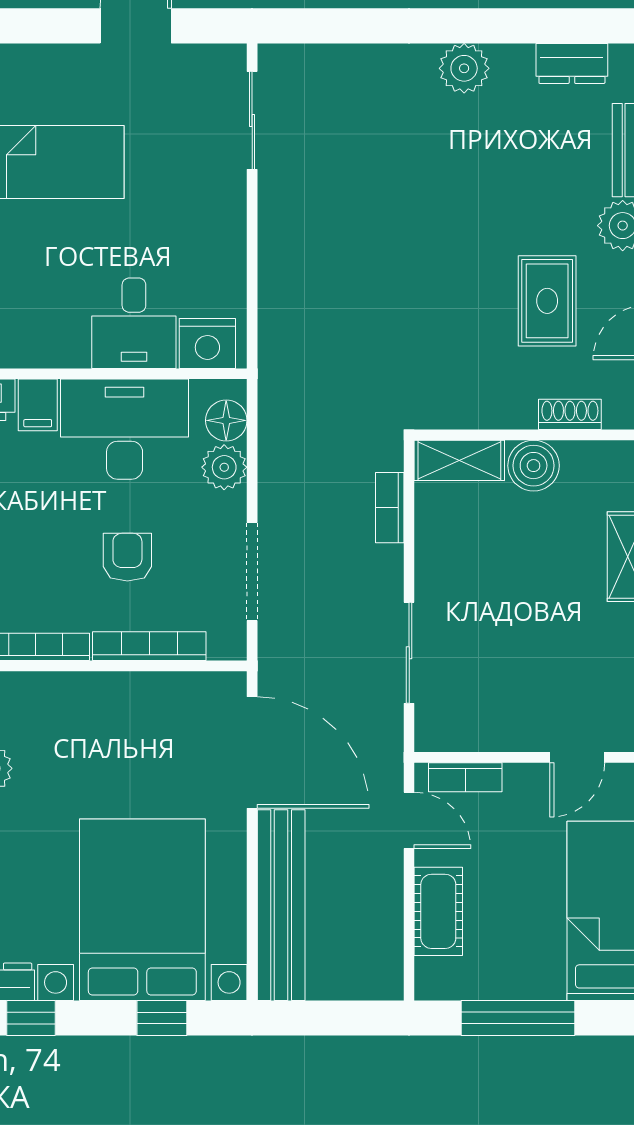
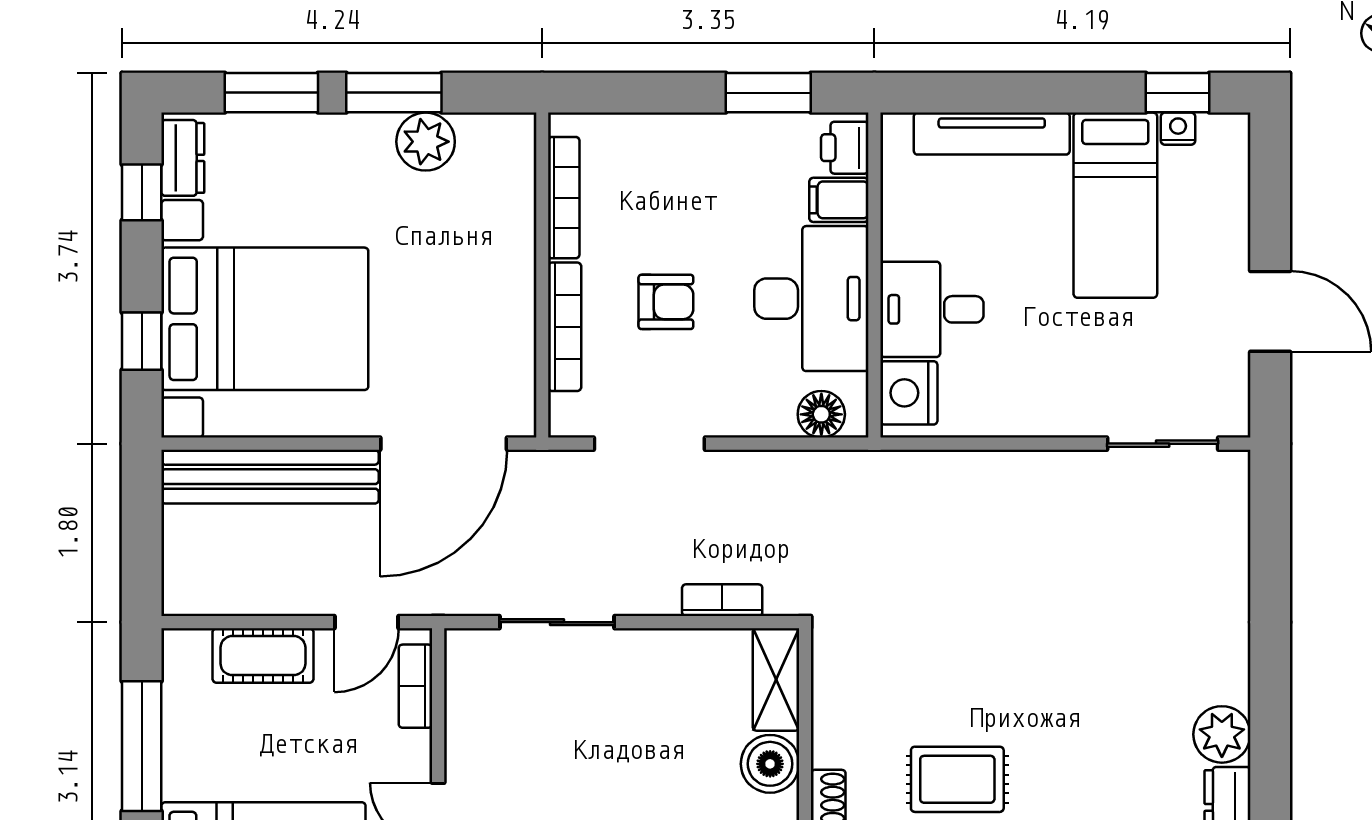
plant: (464, 68) -> (1222, 734), moved
plant: (224, 467) -> (768, 412), removed

